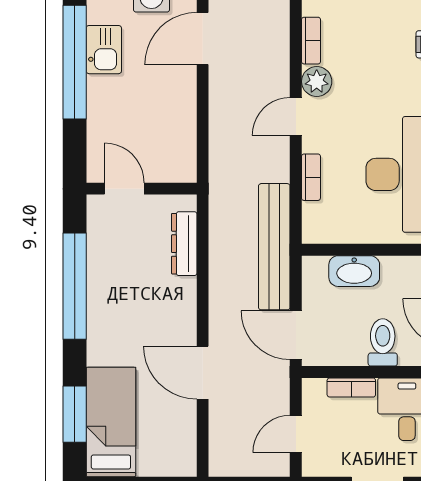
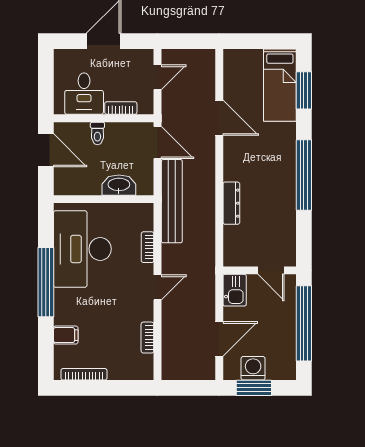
kitchen sink: (104, 50) -> (235, 290), moved, turned 180
plant: (317, 82) -> (144, 310), removed
door: (124, 189) -> (271, 270), moved
wall: (142, 189) -> (260, 270), moved
toilet: (383, 342) -> (97, 133), width x0.73, depth x0.72

